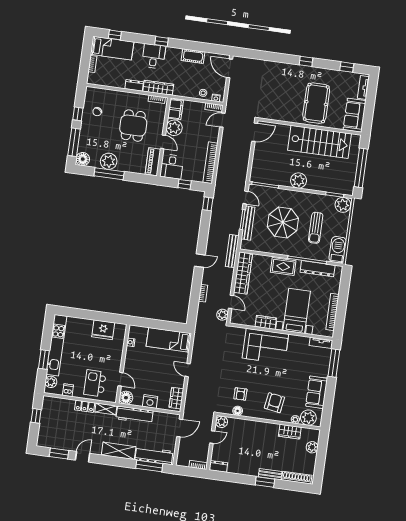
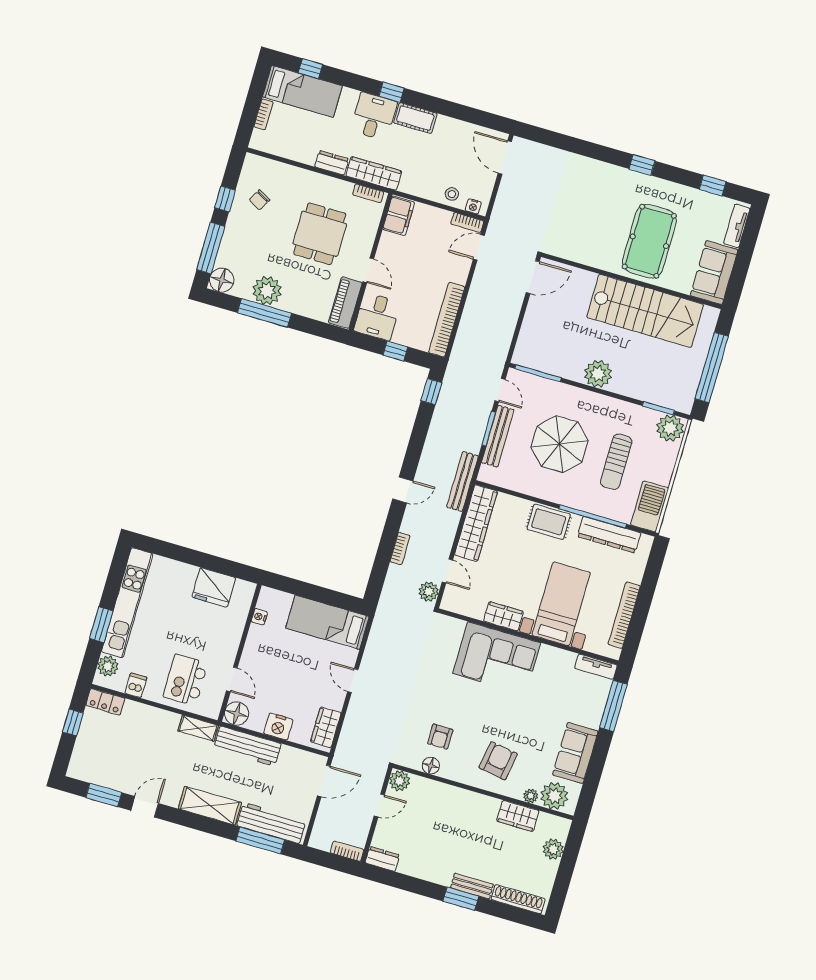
cot: (193, 56) -> (415, 118), moved
plant: (174, 128) -> (392, 248), removed
locker: (85, 406) -> (105, 702), moved

